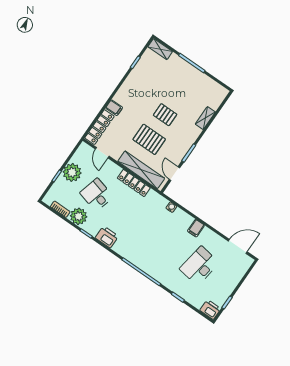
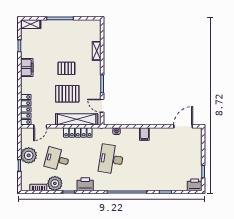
filing cabinet: (114, 108) -> (27, 68), moved, width x2.00
door: (102, 153) -> (40, 126), hinge flipped
desk: (199, 266) -> (111, 159), moved

